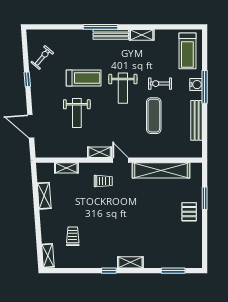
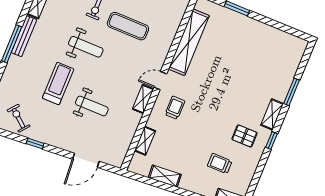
pallet: (189, 212) -> (244, 136), moved
window: (173, 271) -> (292, 92), moved

